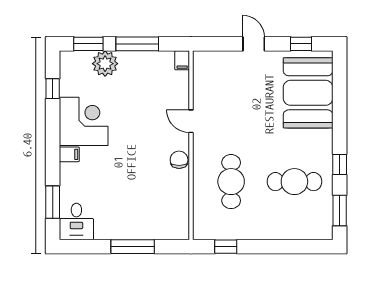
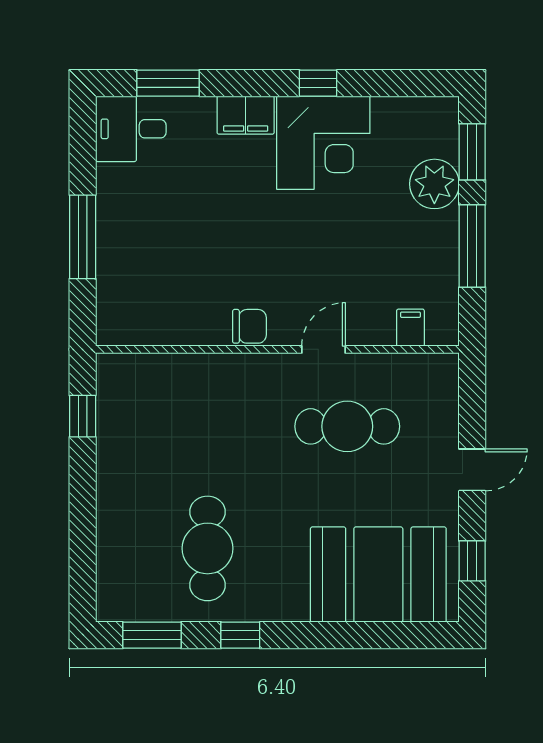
filing cabinet: (182, 60) -> (410, 328), moved, turned 90
window: (53, 89) -> (318, 83), moved
filing cabinet: (69, 154) -> (246, 115), width x2.00
cafe table: (231, 182) -> (347, 426), moved

